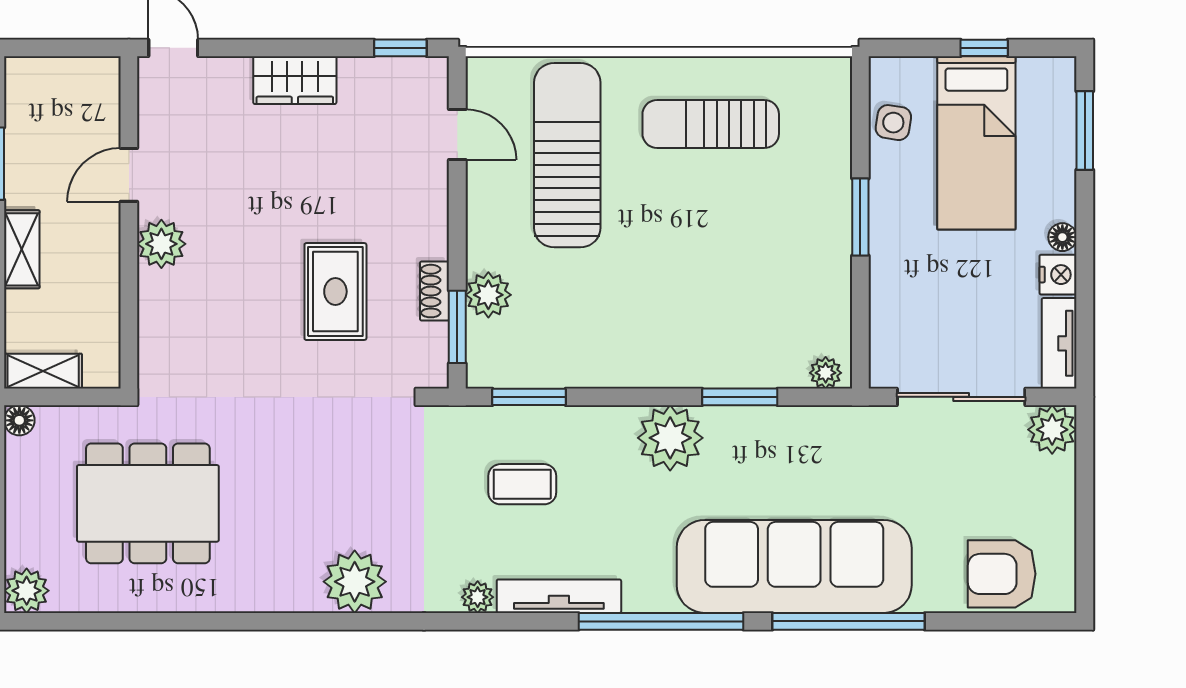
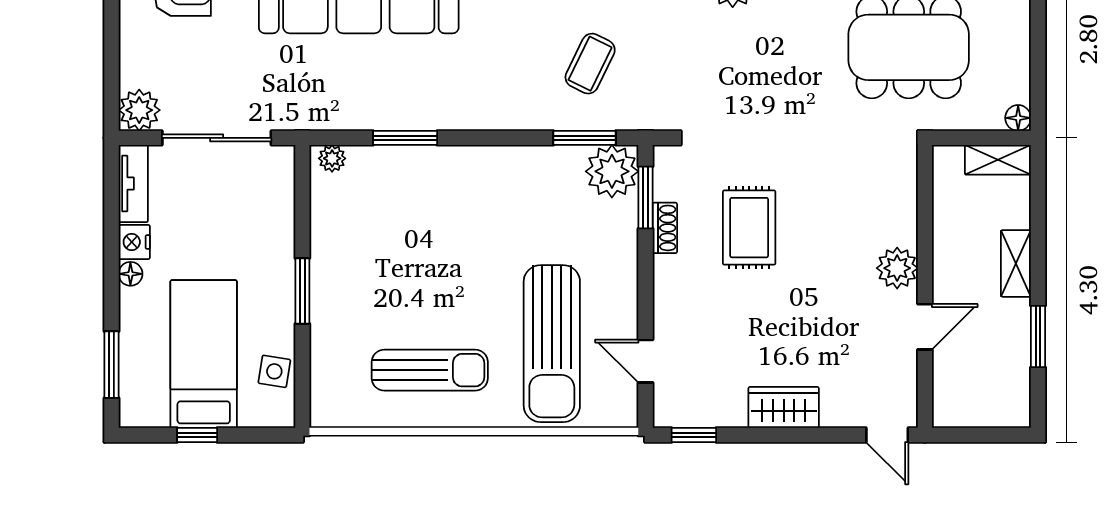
plant: (488, 295) -> (612, 171), moved, width x1.36, depth x1.36
plant: (670, 438) -> (464, 103), removed
coffee table: (522, 484) -> (590, 64), turned -64

